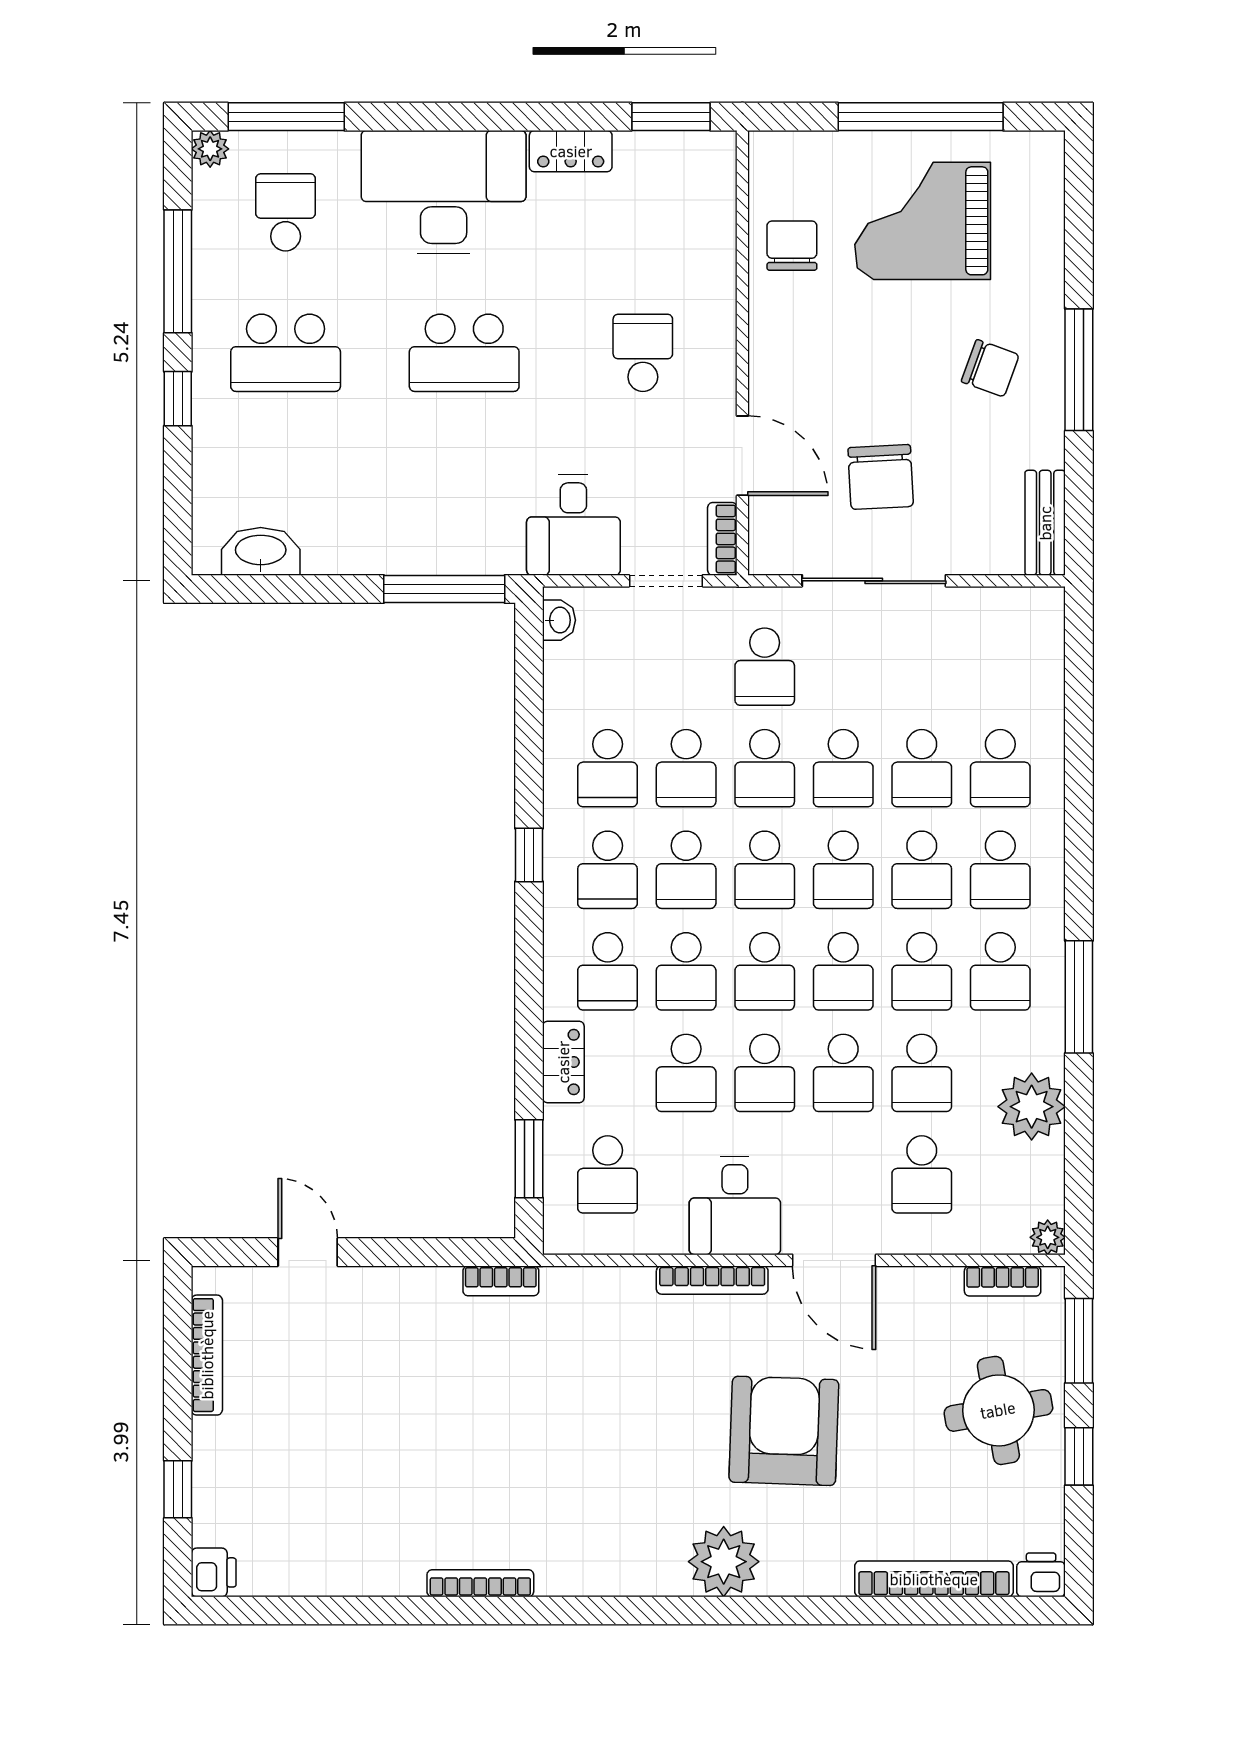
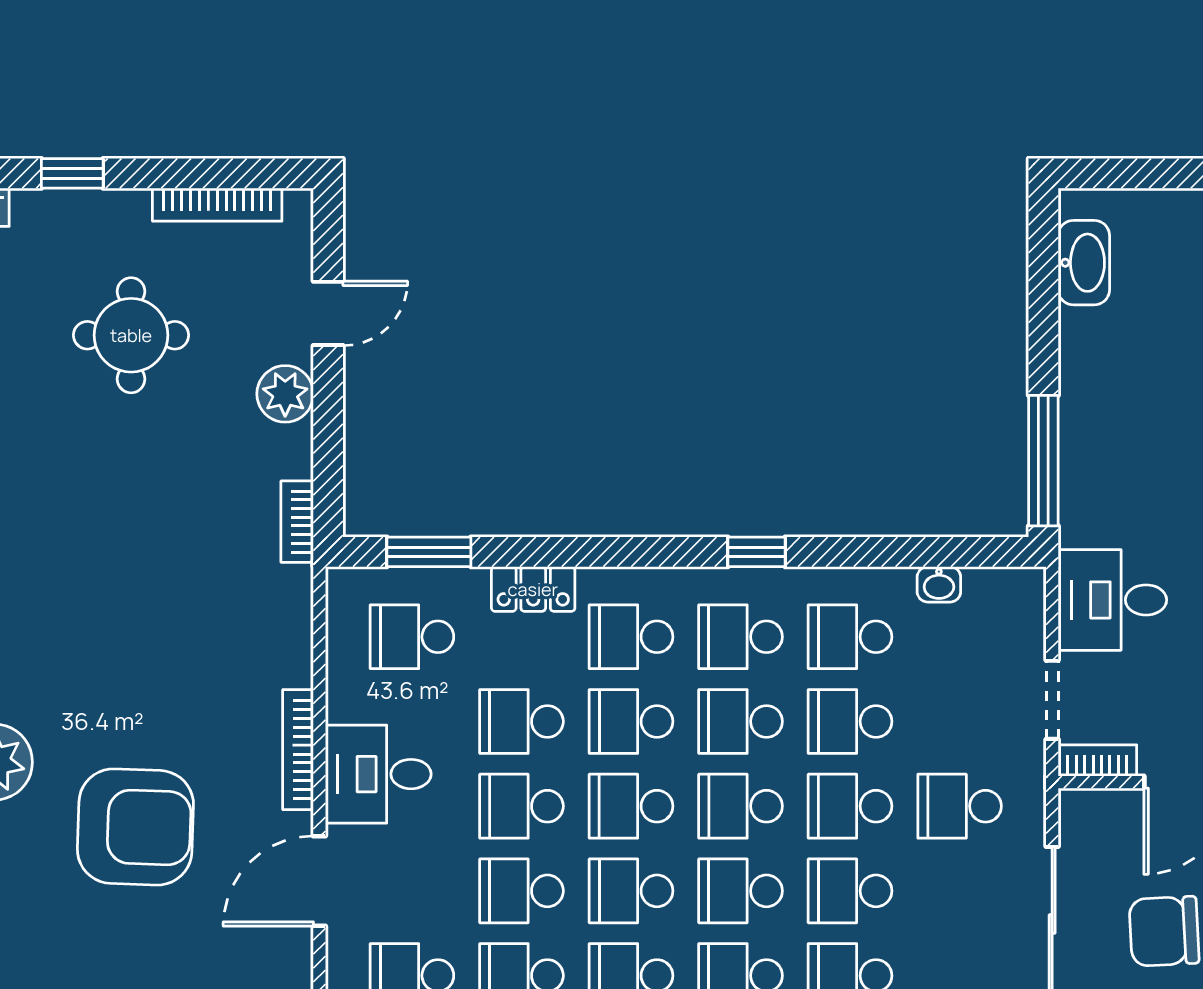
washbasin: (559, 620) -> (939, 584), moved
plant: (382, 1292) -> (285, 394), added
round table: (328, 1435) -> (131, 335), added

